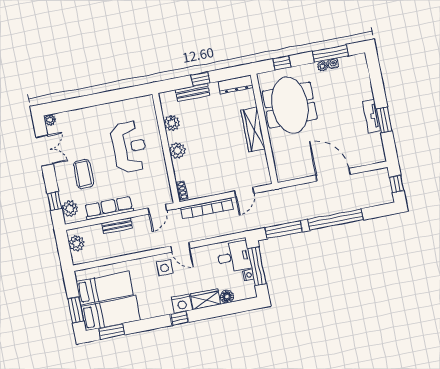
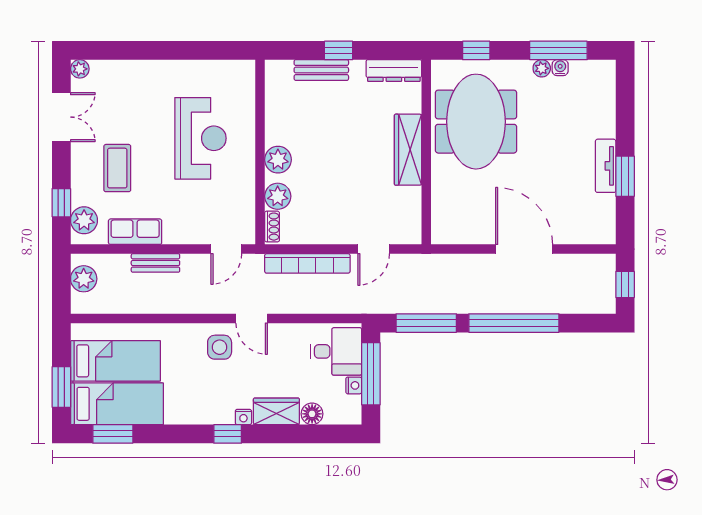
plant: (172, 123) -> (278, 196), moved
row of seats: (109, 208) -> (135, 232), width x0.68
nightstand: (182, 304) -> (243, 417), width x0.53, depth x0.56

